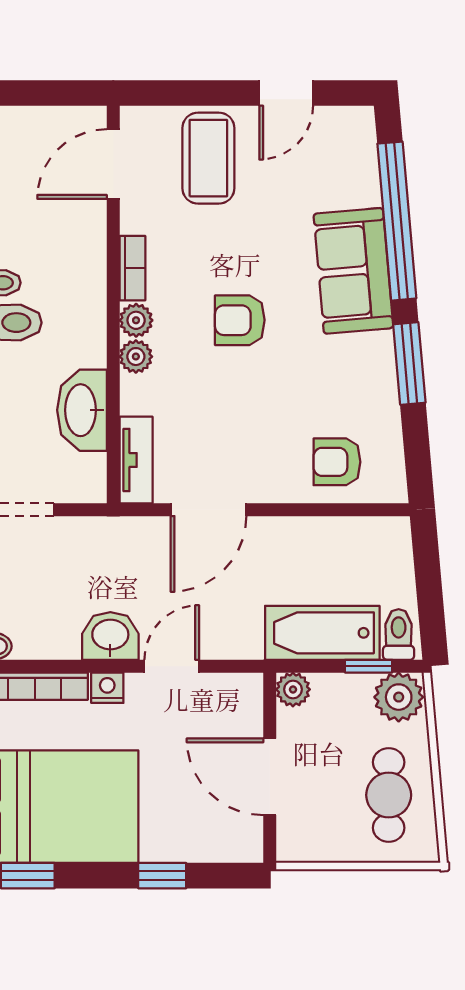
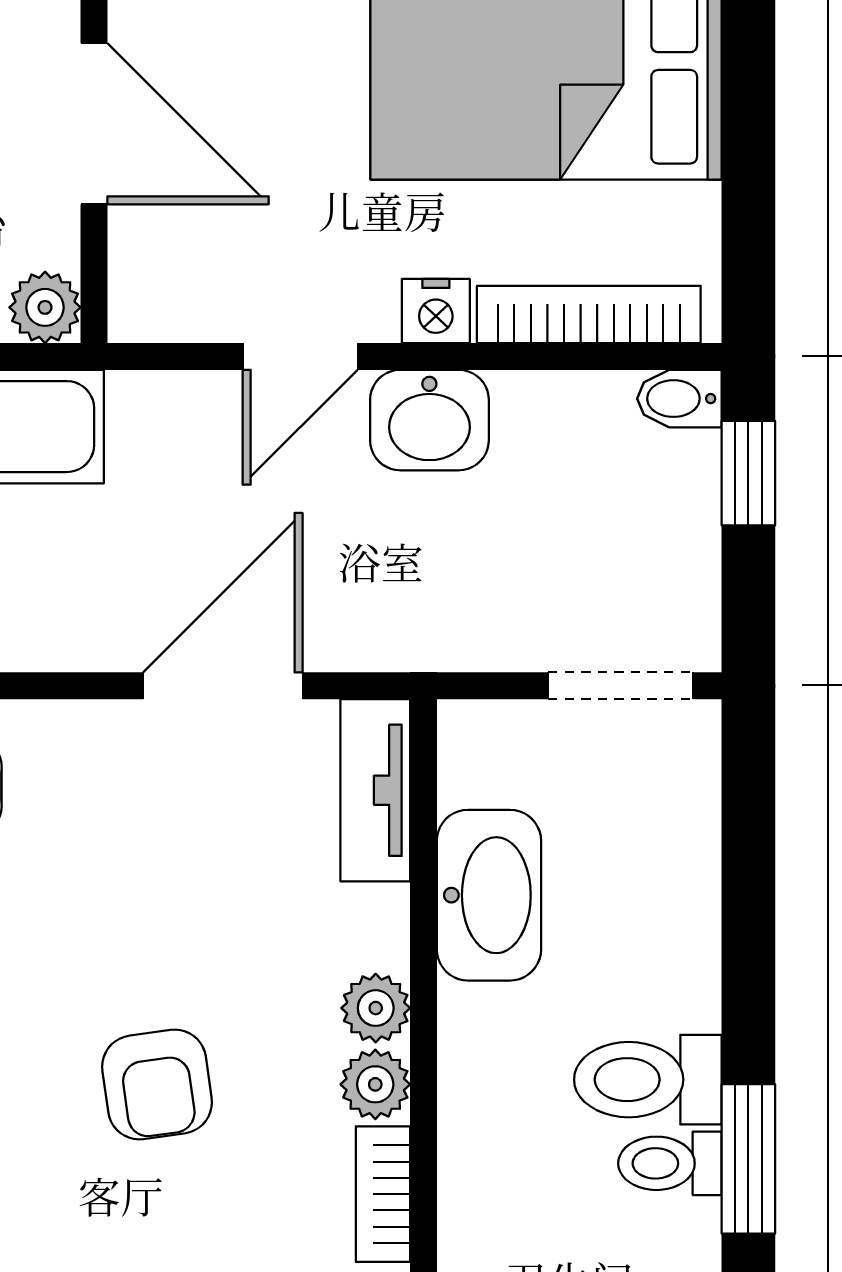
armchair: (240, 320) -> (157, 1085), turned 82

